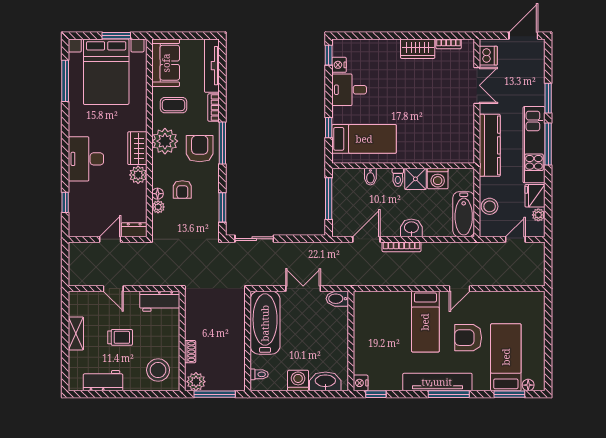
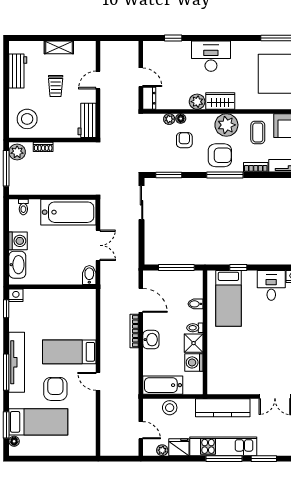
armchair: (182, 190) -> (184, 140), turned 90

